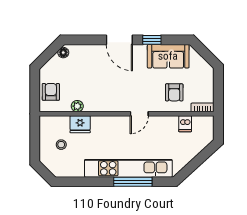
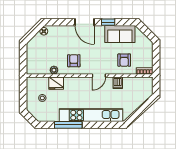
armchair: (51, 92) -> (74, 61), moved
dishwasher: (185, 124) -> (118, 83), moved
window: (133, 182) -> (68, 125), moved

